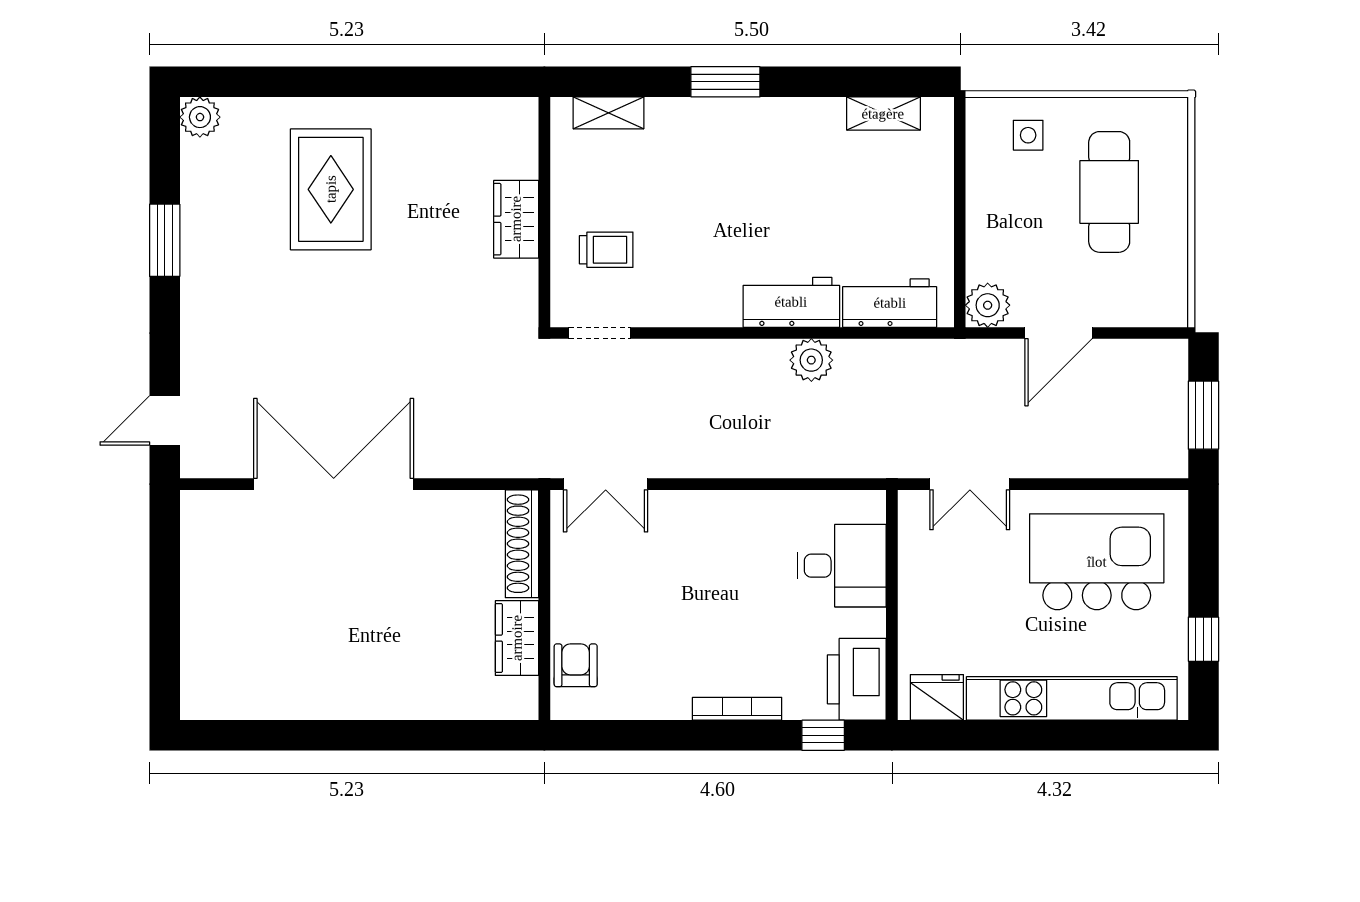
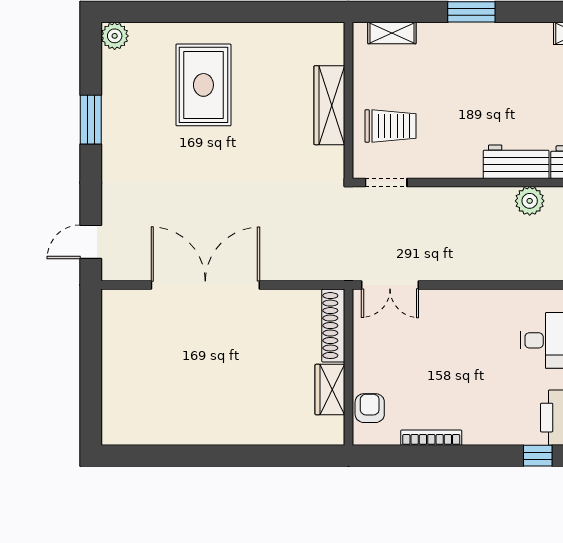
wardrobe: (516, 219) -> (329, 105), width x1.50
trolley: (606, 250) -> (390, 126), width x1.36, depth x1.39
bookcase: (737, 709) -> (431, 438), moved

